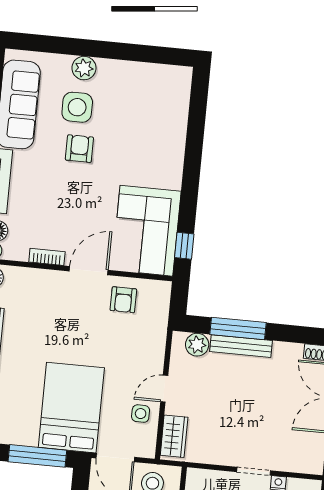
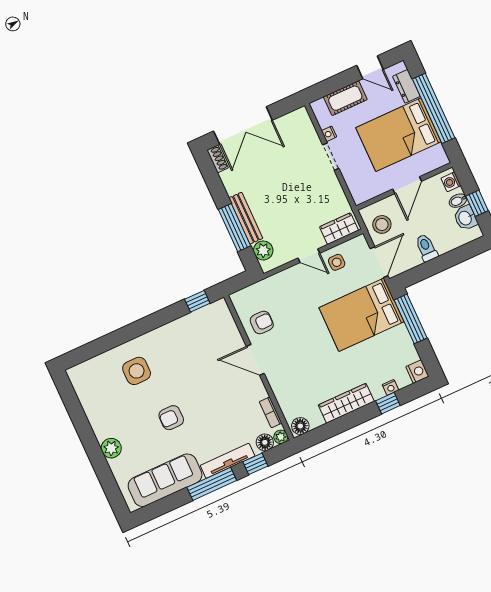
side table: (77, 107) -> (137, 371), moved
corner sofa: (146, 231) -> (202, 335), removed
bookcase: (47, 257) -> (271, 412), moved

